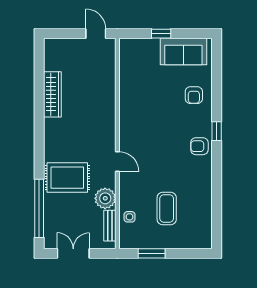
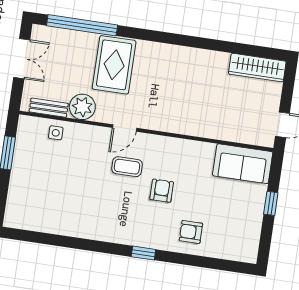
sofa: (183, 52) -> (243, 164), moved, turned -90
wardrobe: (52, 94) -> (257, 68), moved
armchair: (199, 146) -> (162, 191), moved
coffee table: (167, 209) -> (127, 167), moved, width x0.73, depth x0.77

